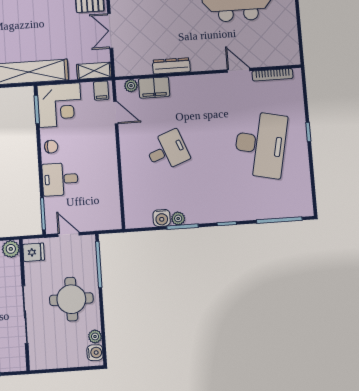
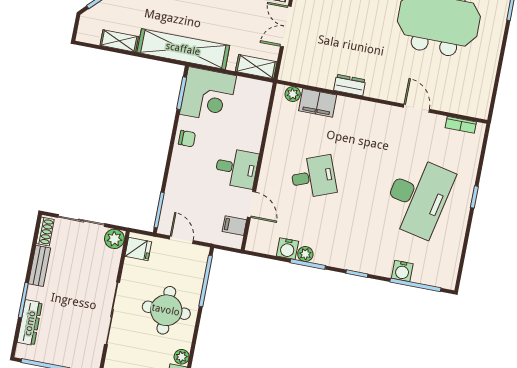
dresser: (171, 66) -> (350, 85), width x0.70
bookcase: (272, 75) -> (461, 125), width x0.64
filing cabinet: (101, 91) -> (234, 226), moved, turned 90
door: (116, 113) -> (251, 204), moved
desk: (60, 179) -> (236, 168), moved, turned 180
water cooler: (265, 211) -> (402, 271), added

